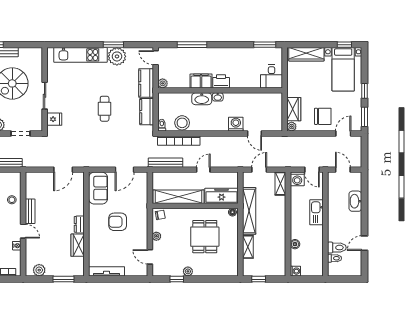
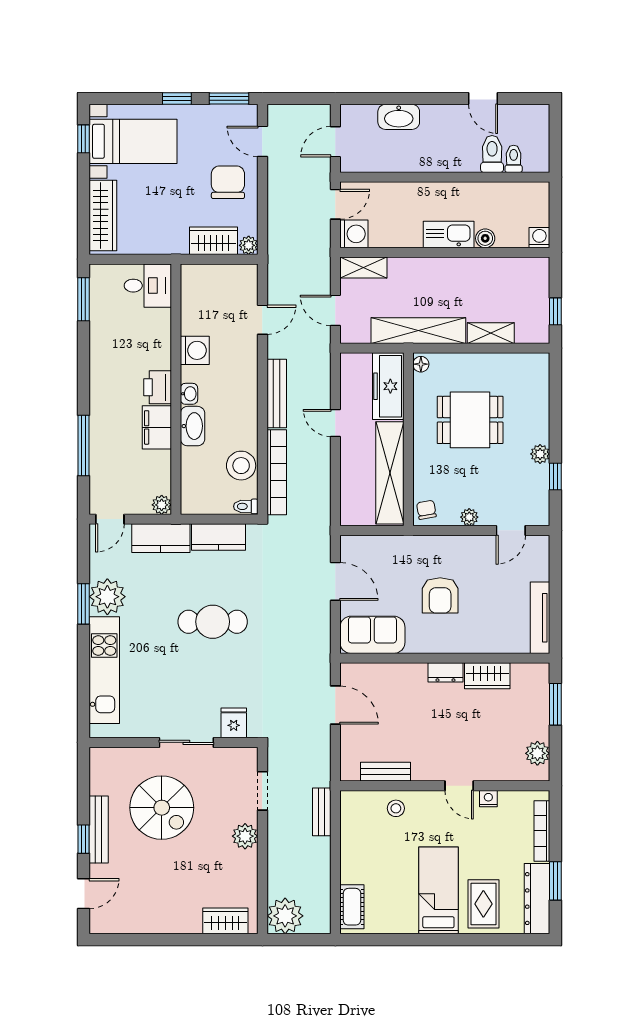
cafe table: (105, 109) -> (213, 622), width x1.37, depth x1.35
washing machine: (236, 124) -> (195, 350), moved, turned 180
bench: (165, 163) -> (277, 394), moved
bench: (30, 211) -> (386, 772), moved
kitchen sink: (316, 212) -> (449, 234), moved, turned 180
door: (23, 231) -> (459, 786), swing flipped

